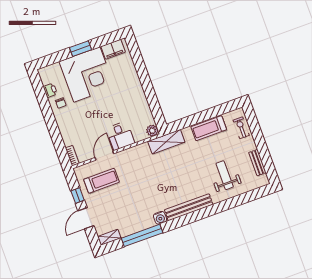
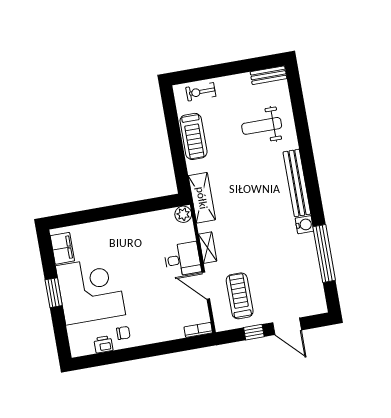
bench: (257, 163) -> (268, 75), moved
shelving: (109, 237) -> (208, 248), moved

